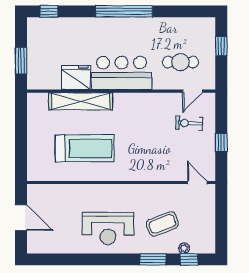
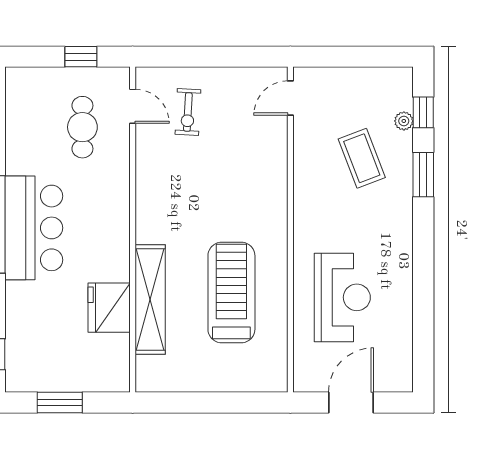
window: (221, 46) -> (81, 57), moved
window: (21, 61) -> (60, 402), moved
bar counter: (122, 73) -> (34, 228), moved, turned 180
window: (221, 143) -> (222, 57), removed
reception desk: (108, 229) -> (342, 297), moved

